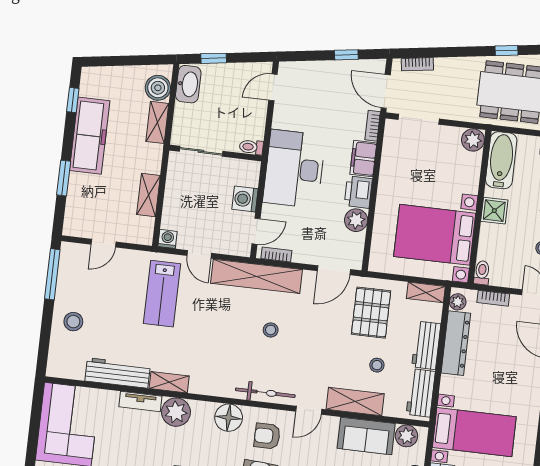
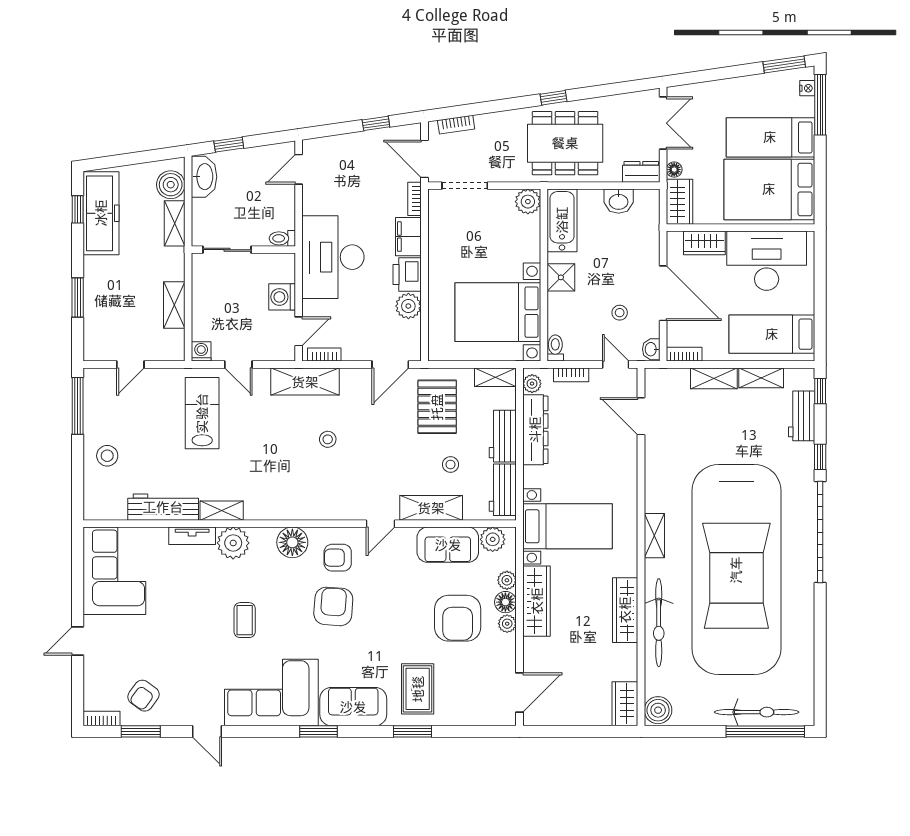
freezer: (90, 136) -> (101, 213), moved
shelving: (257, 276) -> (305, 382), width x0.68
lab bench: (162, 294) -> (202, 413), turned 180
bicycle: (265, 393) -> (330, 510), removed

